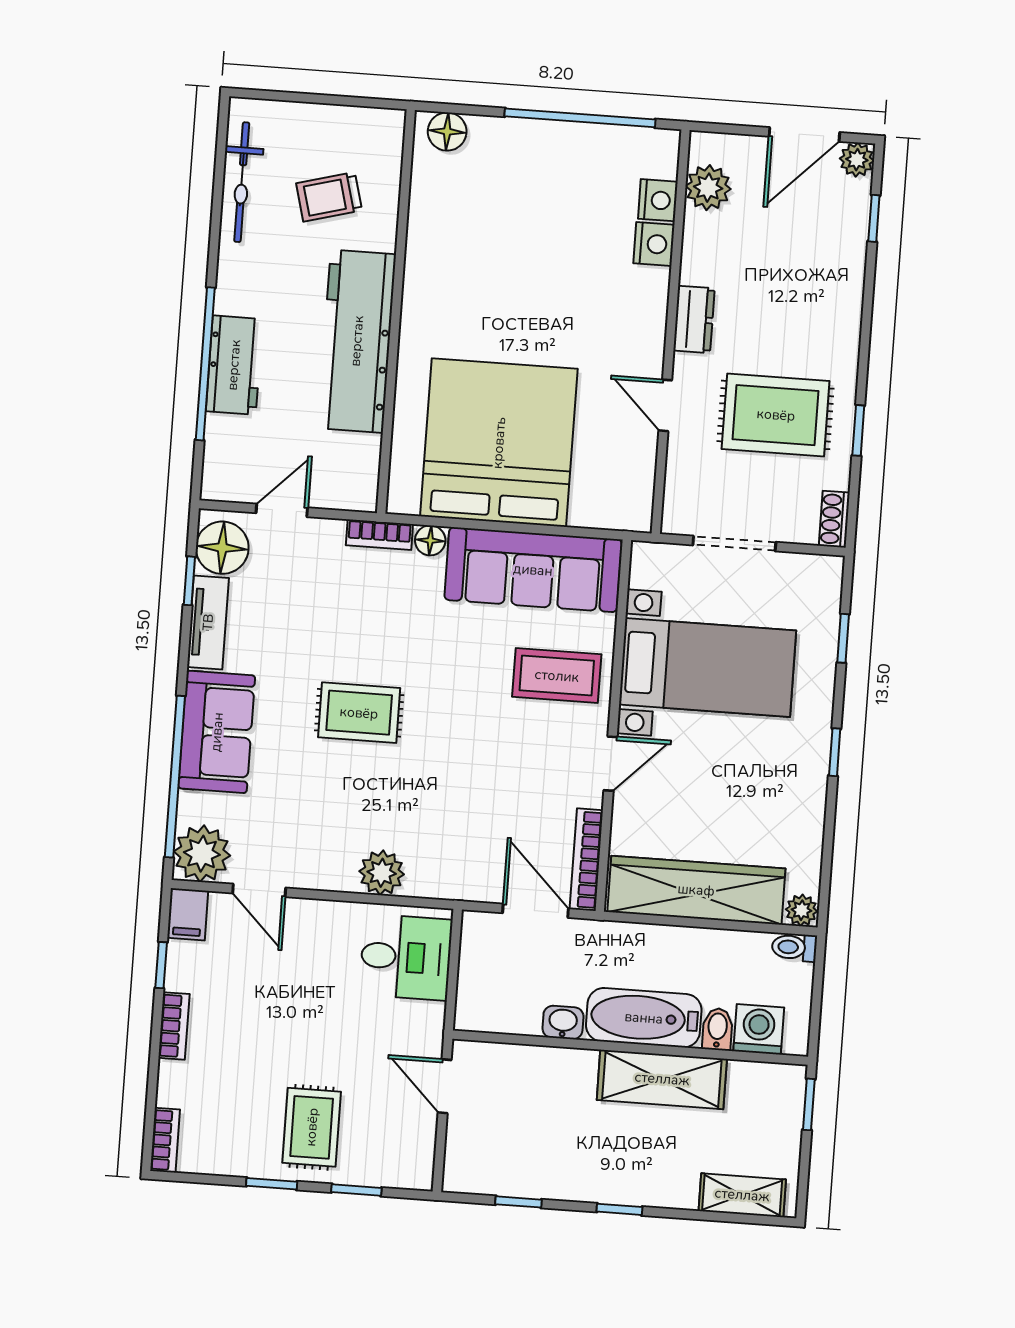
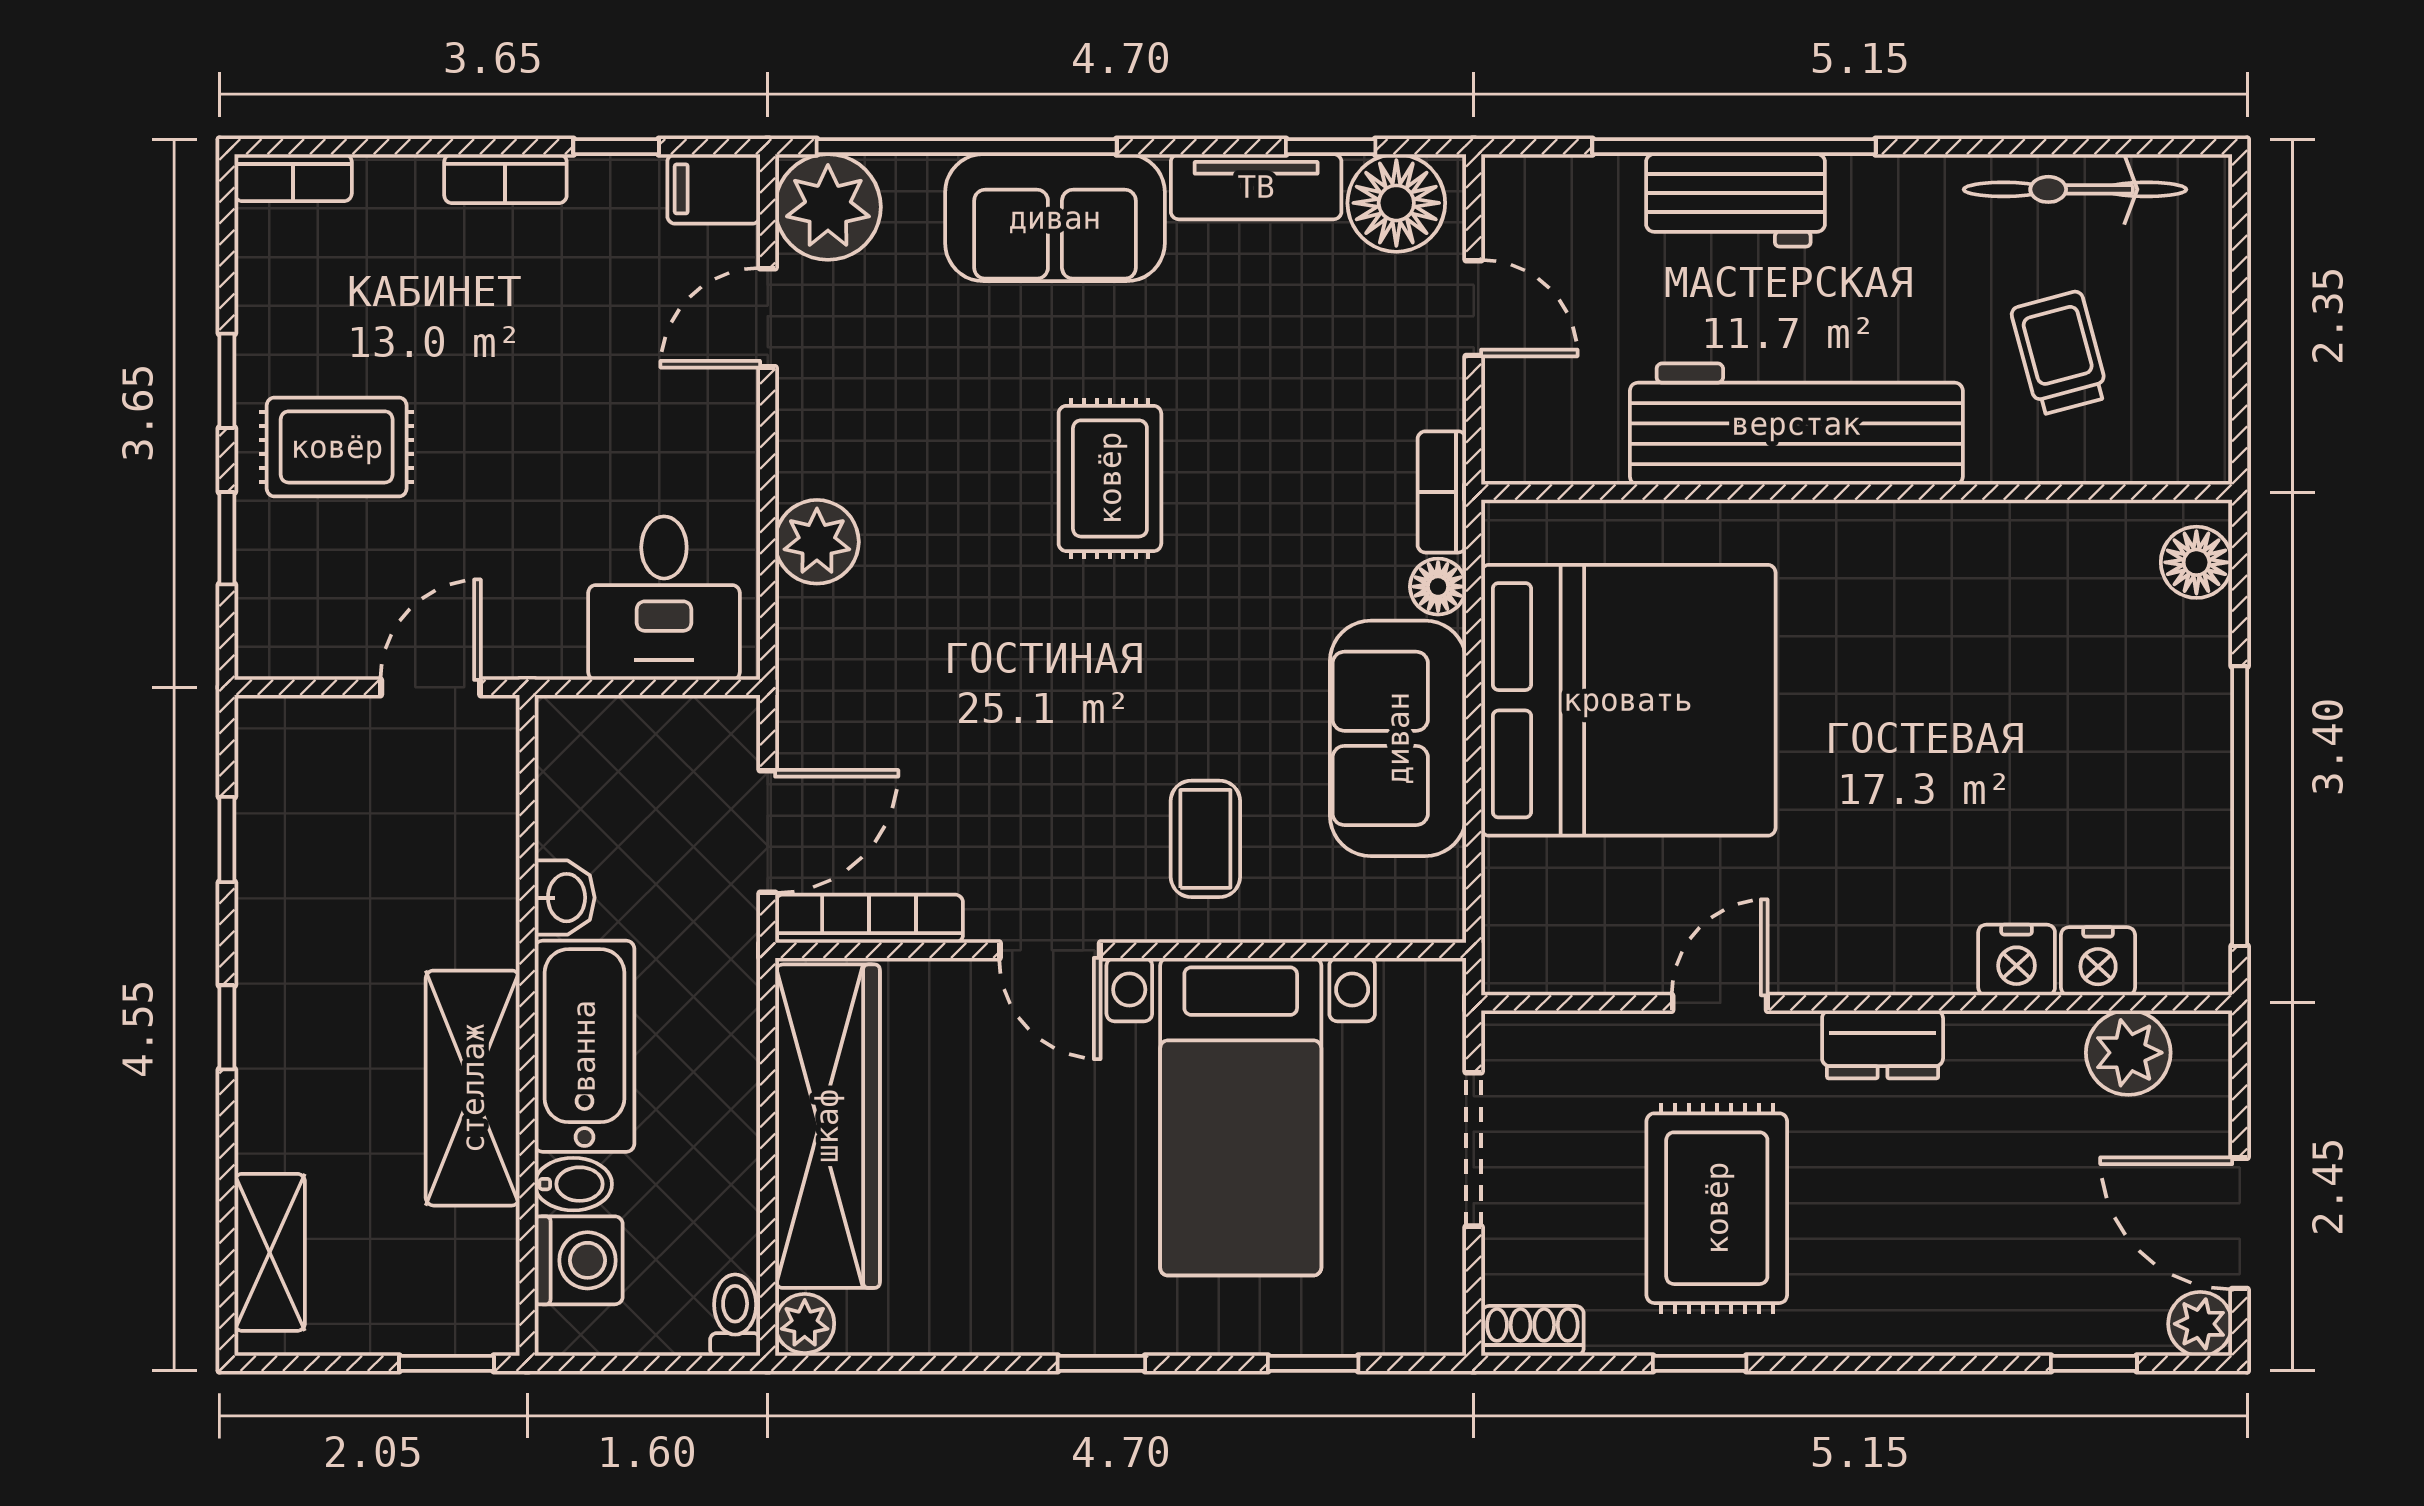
sofa: (533, 570) -> (1398, 738), width x0.73
coffee table: (557, 676) -> (1205, 839), width x0.73, depth x0.77

